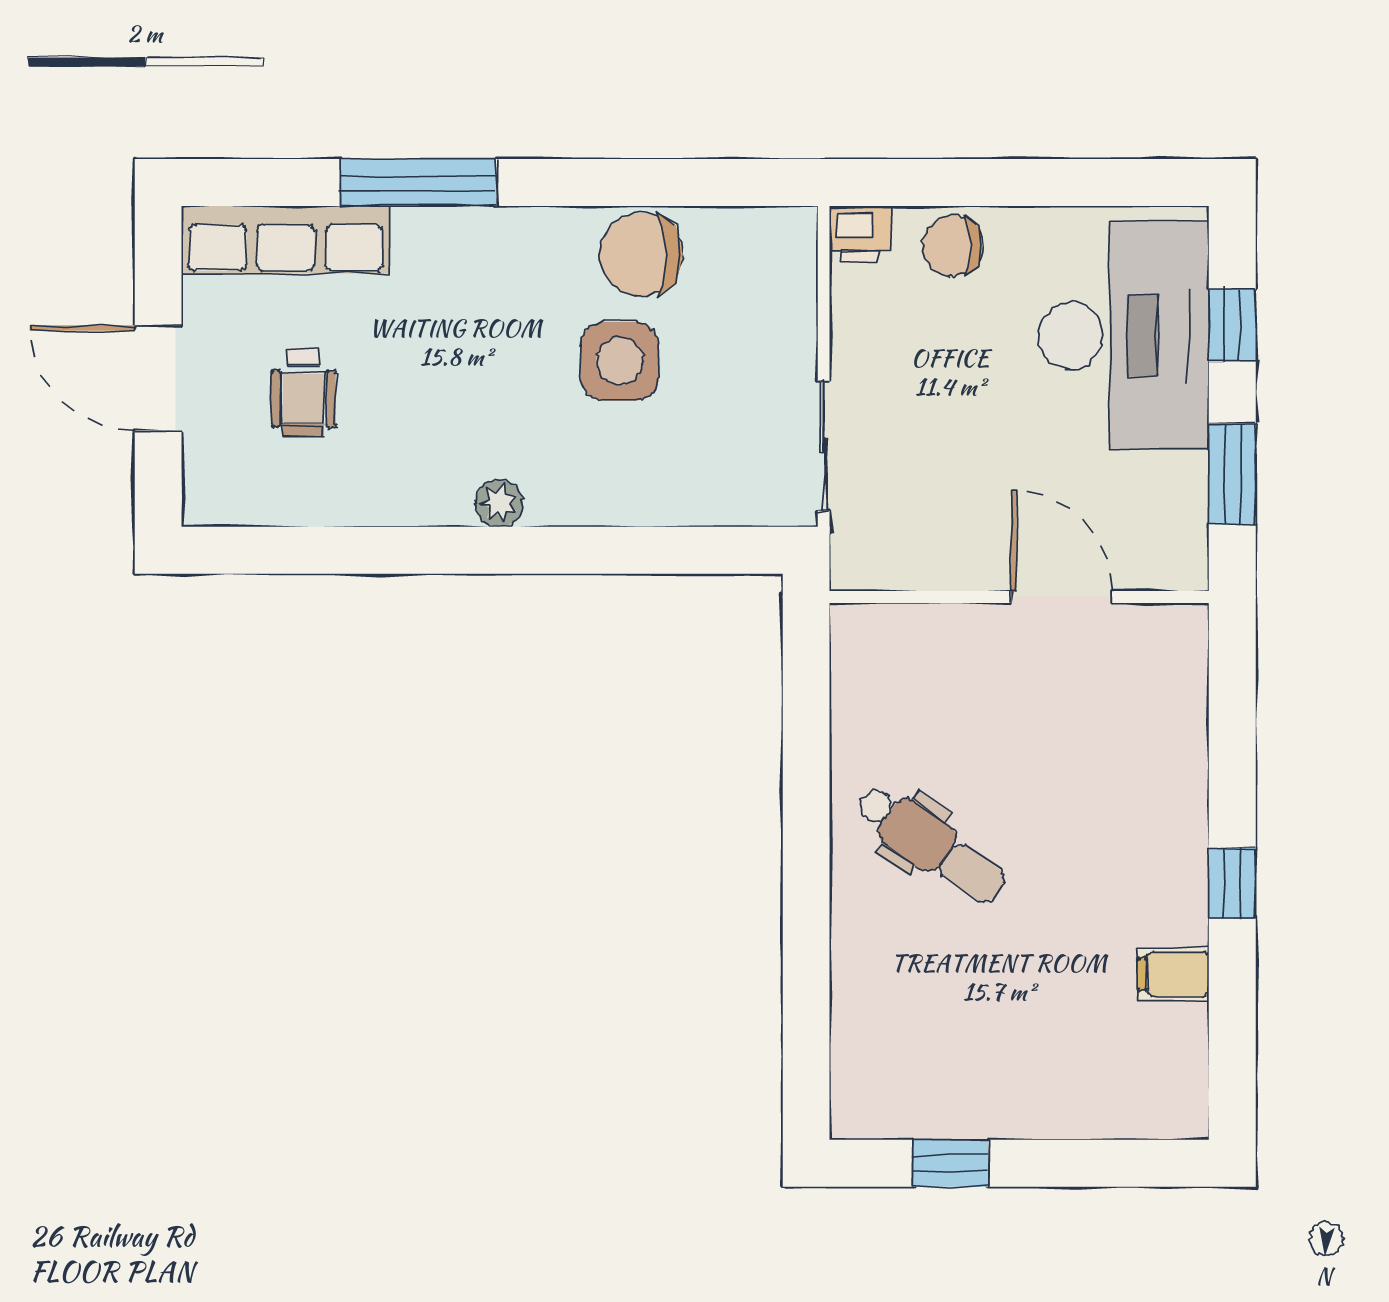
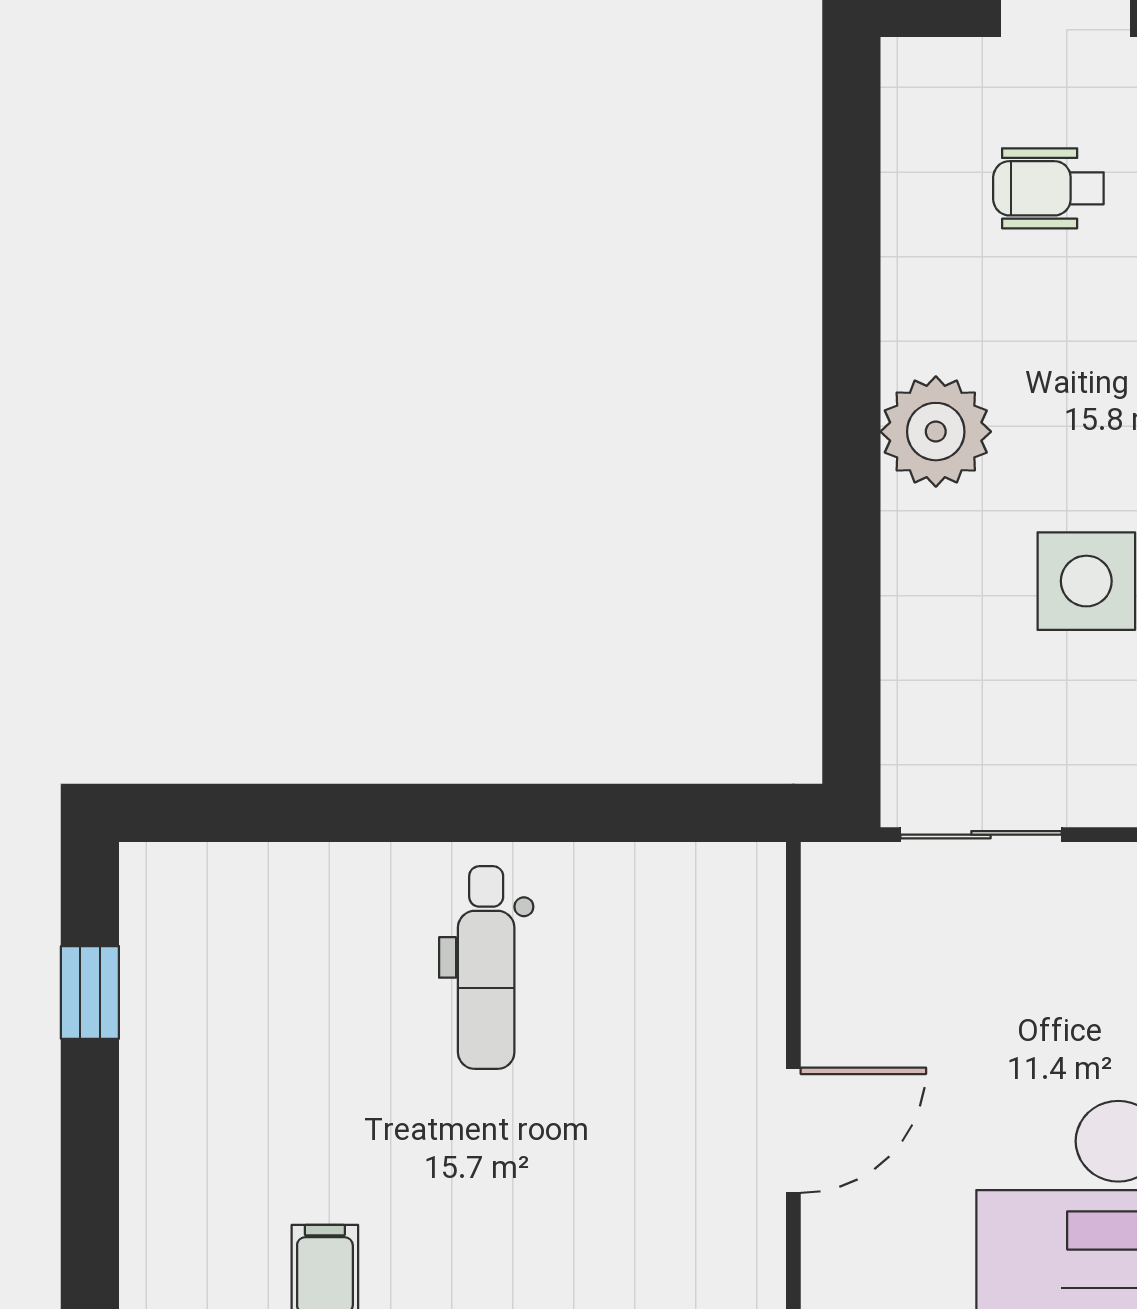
plant: (499, 503) -> (936, 432), width x1.87, depth x1.87
dental chair: (931, 844) -> (486, 968), turned -35

